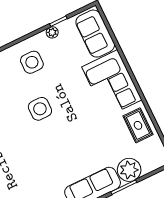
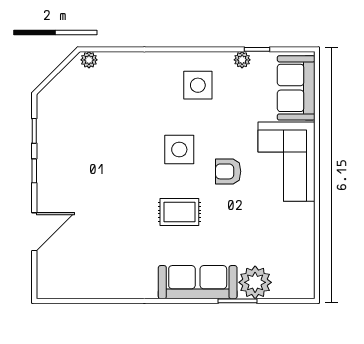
armchair: (78, 108) -> (228, 171), added
rug: (138, 125) -> (179, 212), moved, turned 90

